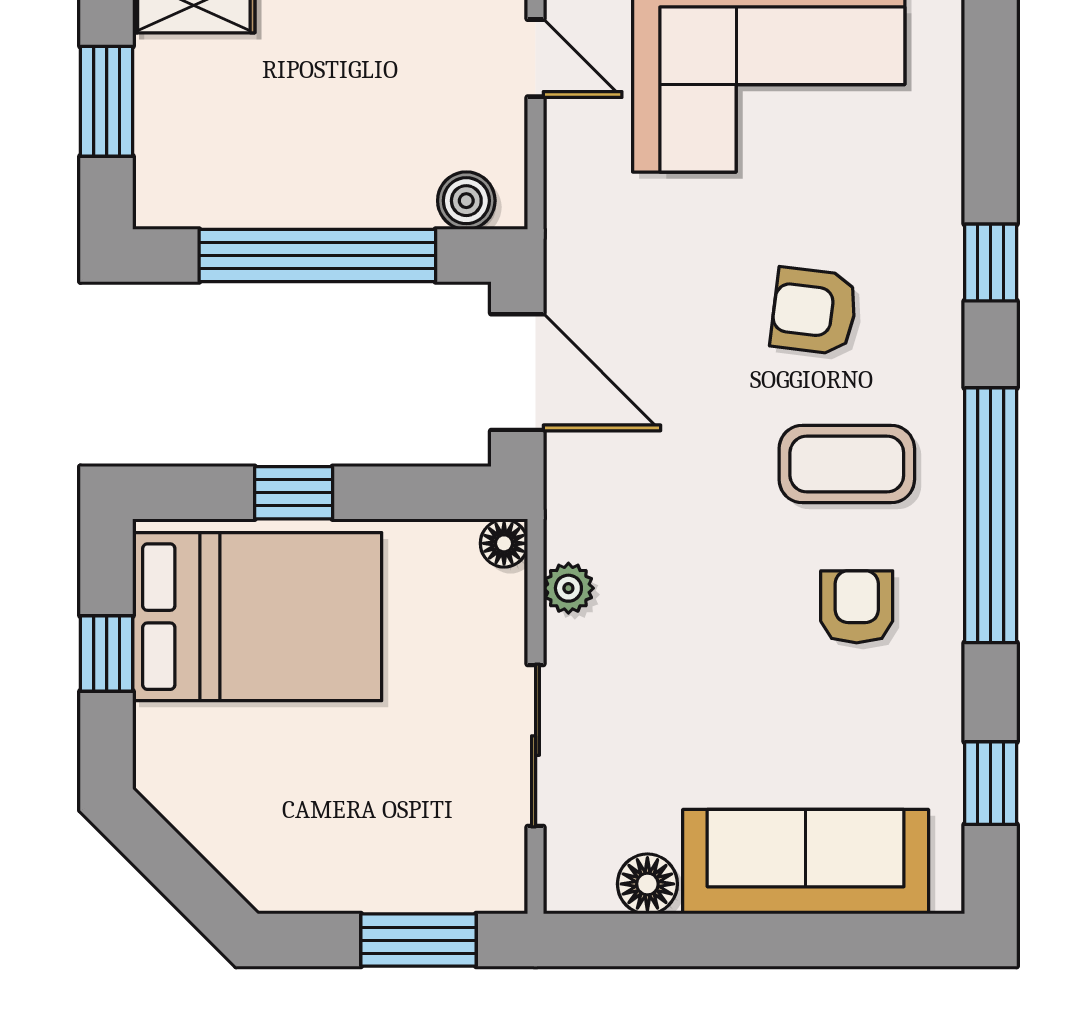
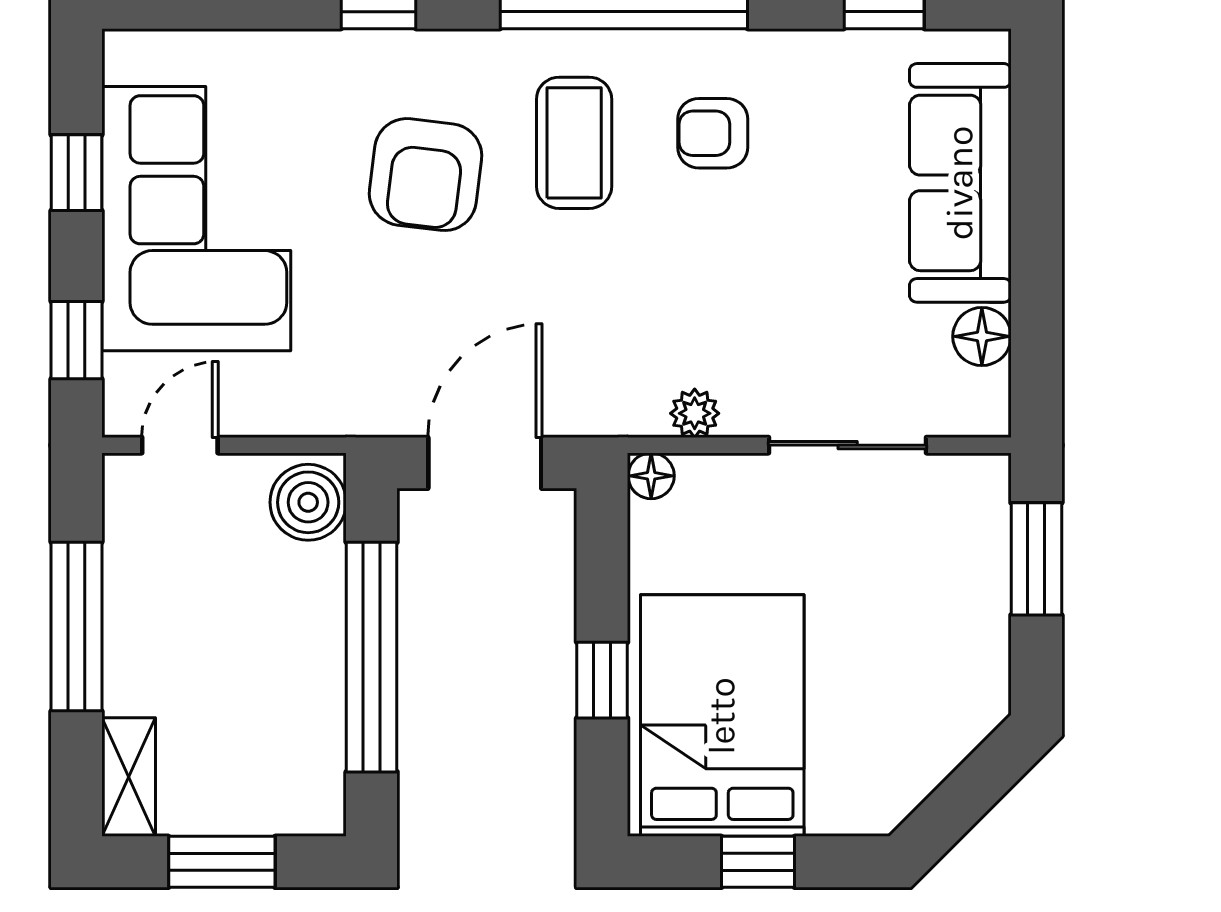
boiler: (466, 201) -> (308, 502), width x1.36, depth x1.36
armchair: (814, 311) -> (426, 175), width x1.38, depth x1.38

